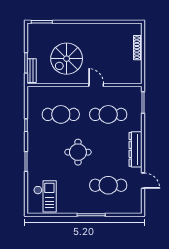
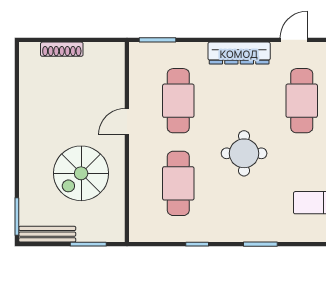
spiral stairs: (67, 59) -> (81, 173), turned 90
bench: (32, 71) -> (47, 234), moved, width x1.36

